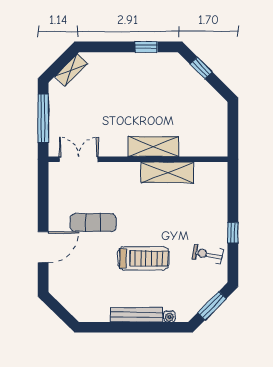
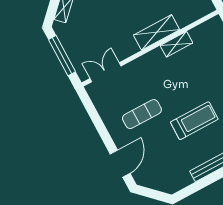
shelving: (167, 172) -> (176, 44), width x0.67, depth x0.75
door: (43, 247) -> (120, 164), moved

